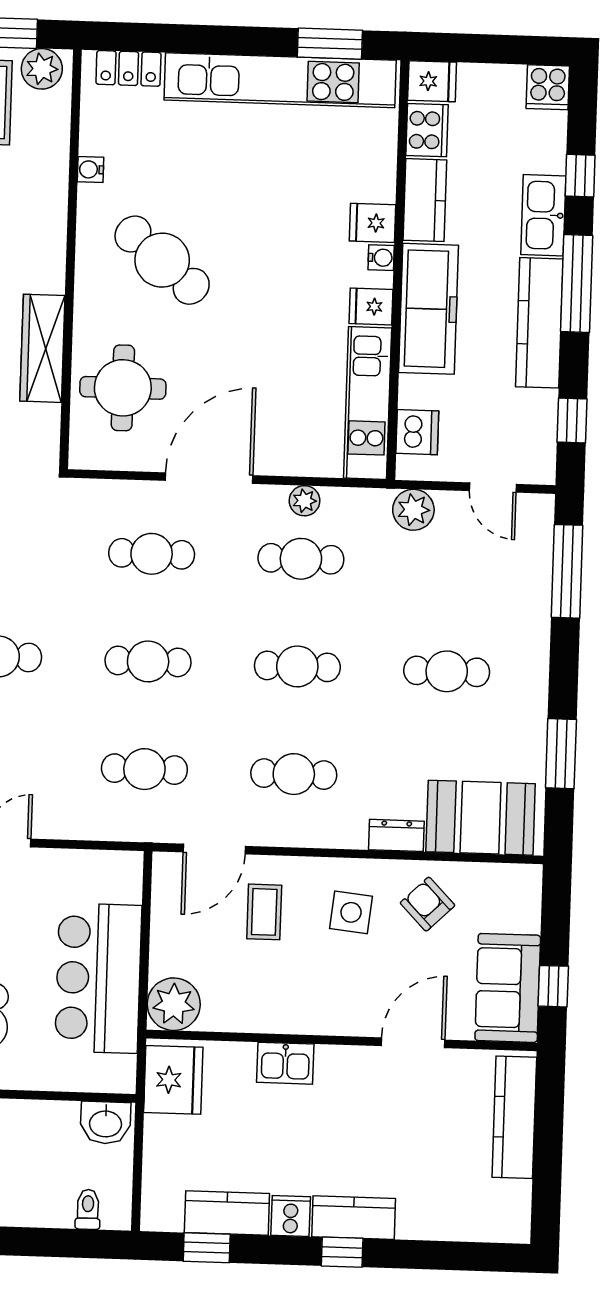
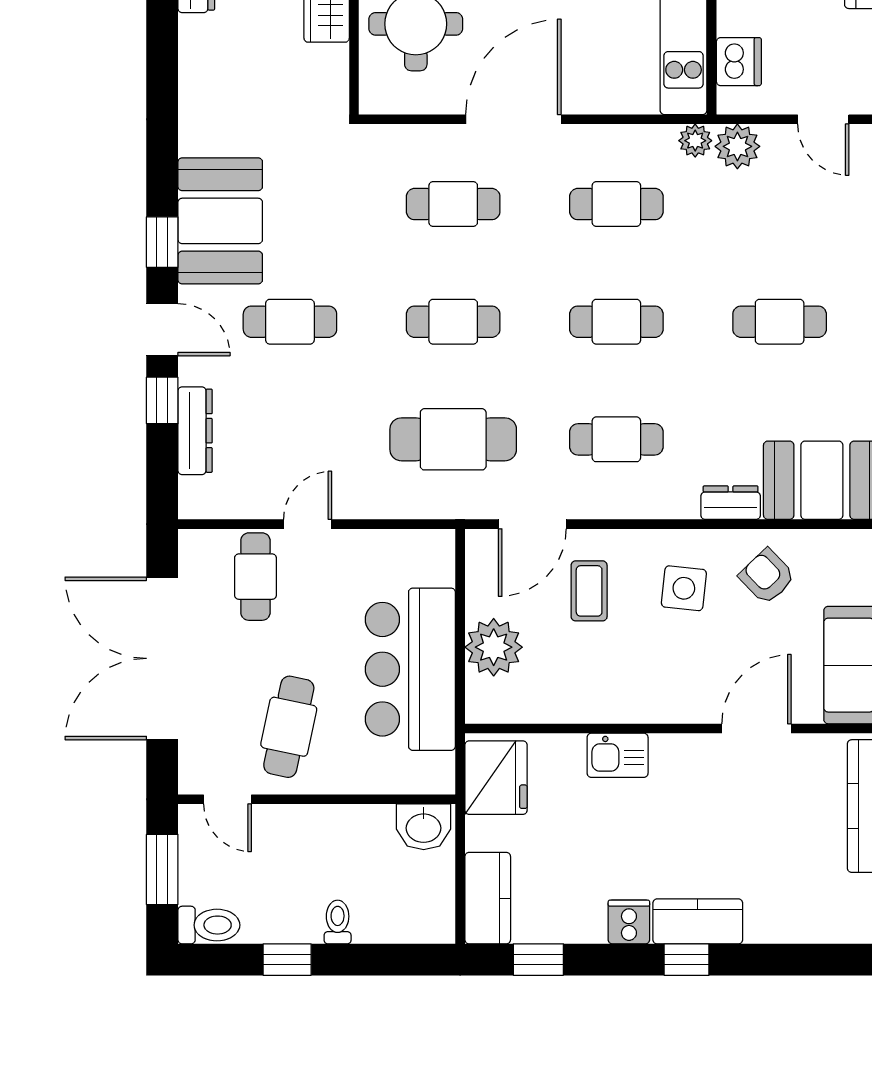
plant: (305, 501) -> (695, 141), moved
cafe table: (144, 769) -> (453, 439), width x1.37, depth x1.35
plant: (174, 1004) -> (494, 647), moved
toilet: (88, 1209) -> (338, 922), moved
kitchen counter: (227, 1213) -> (488, 898), moved, turned 90

